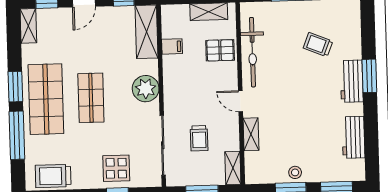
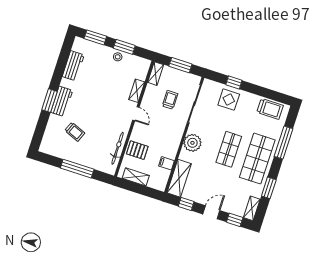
bicycle: (252, 52) -> (118, 148), width x0.73, depth x0.71
window: (15, 87) -> (269, 188), moved

